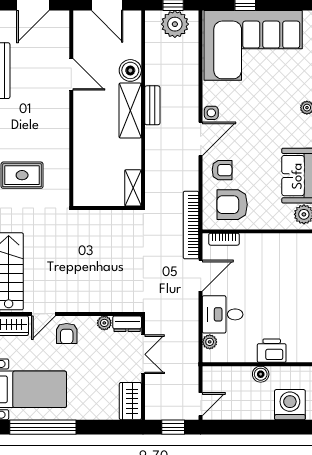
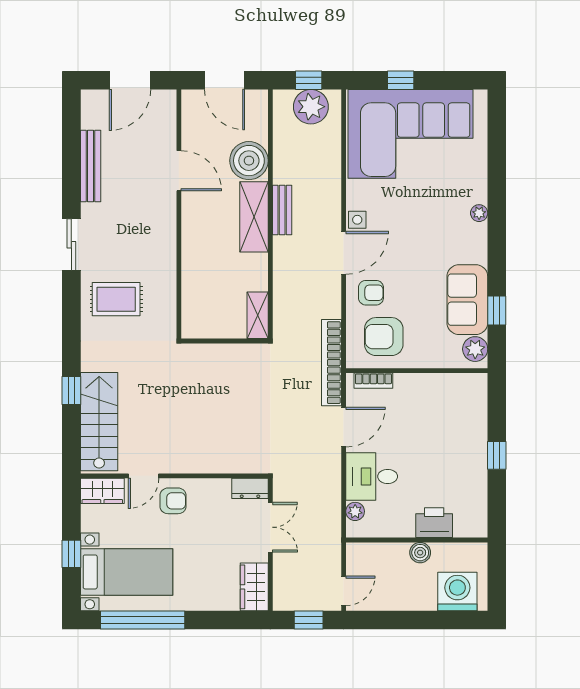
boiler: (130, 70) -> (249, 161), width x1.37, depth x1.37
plant: (104, 323) -> (221, 487), removed
armchair: (67, 334) -> (173, 501), turned -90

